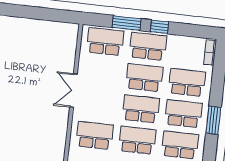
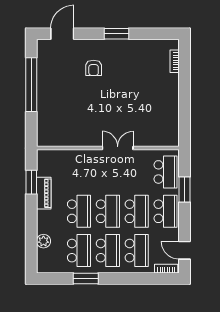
window: (159, 27) -> (185, 220), removed
door: (192, 31) -> (185, 250), added
window: (213, 120) -> (86, 279), moved
school desk: (95, 135) -> (79, 172), removed

